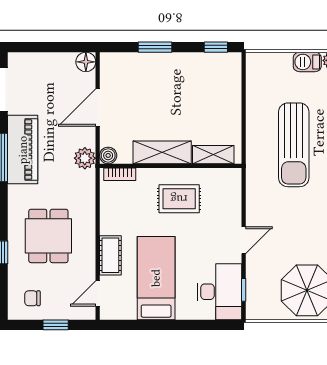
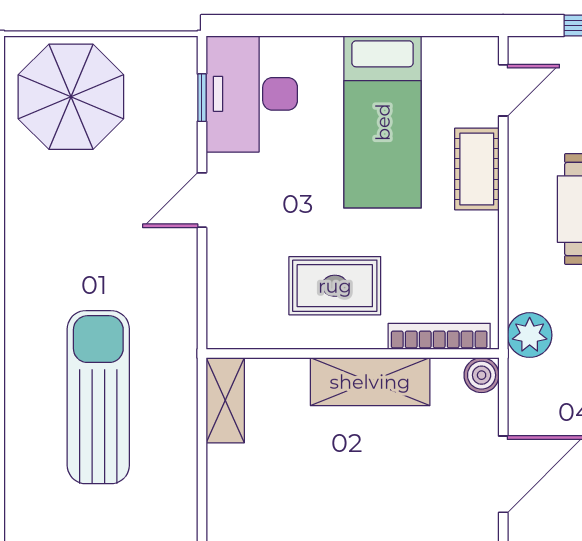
shelving: (213, 155) -> (225, 400), moved, turned 90
plant: (85, 158) -> (530, 335), moved
bookcase: (120, 174) -> (439, 336), width x1.56

